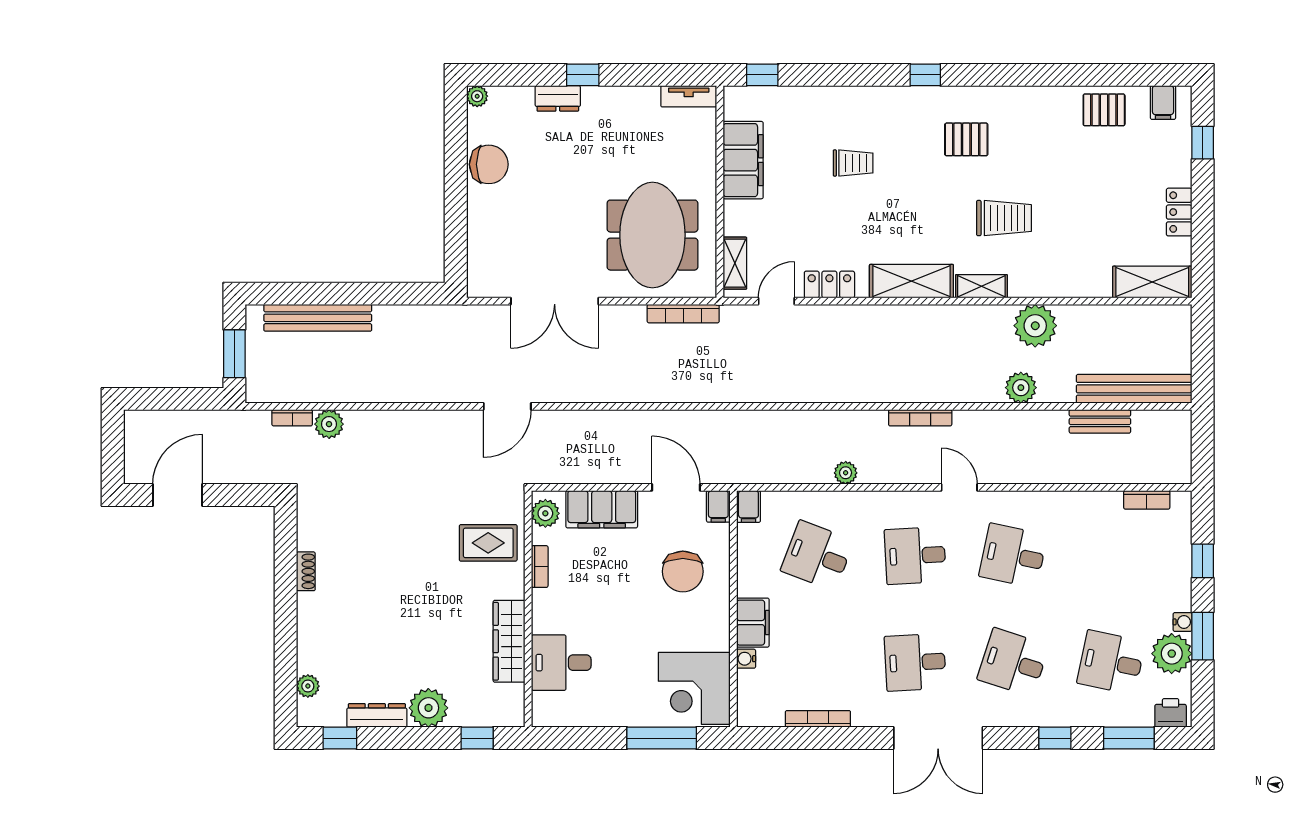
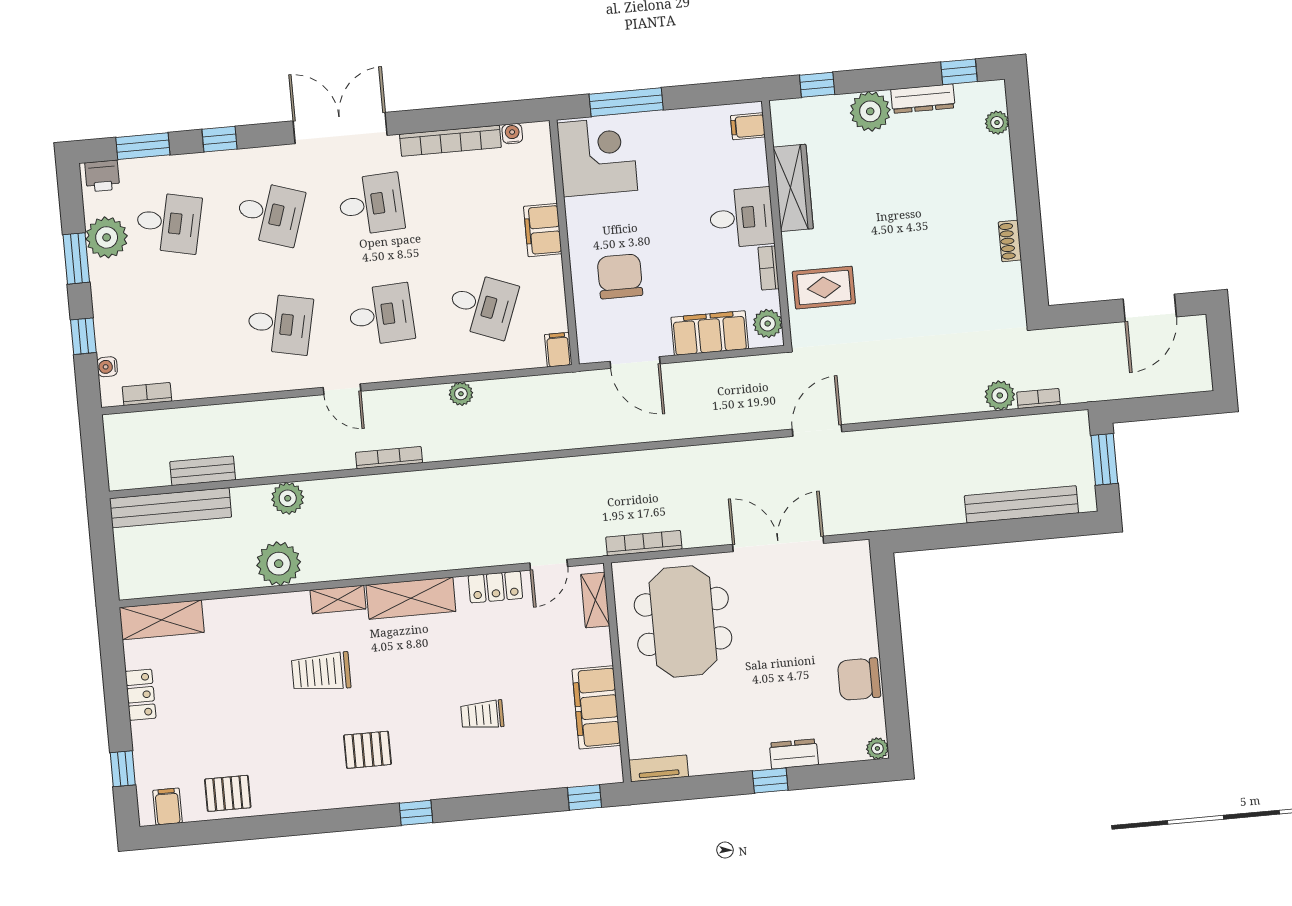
filing cabinet: (718, 506) -> (748, 126), moved, turned -90
water cooler: (1182, 622) -> (107, 367), moved
water cooler: (746, 659) -> (512, 134), moved, turned -90
desk: (561, 663) -> (741, 218), moved
bookcase: (818, 719) -> (450, 141), width x1.48, depth x1.31

